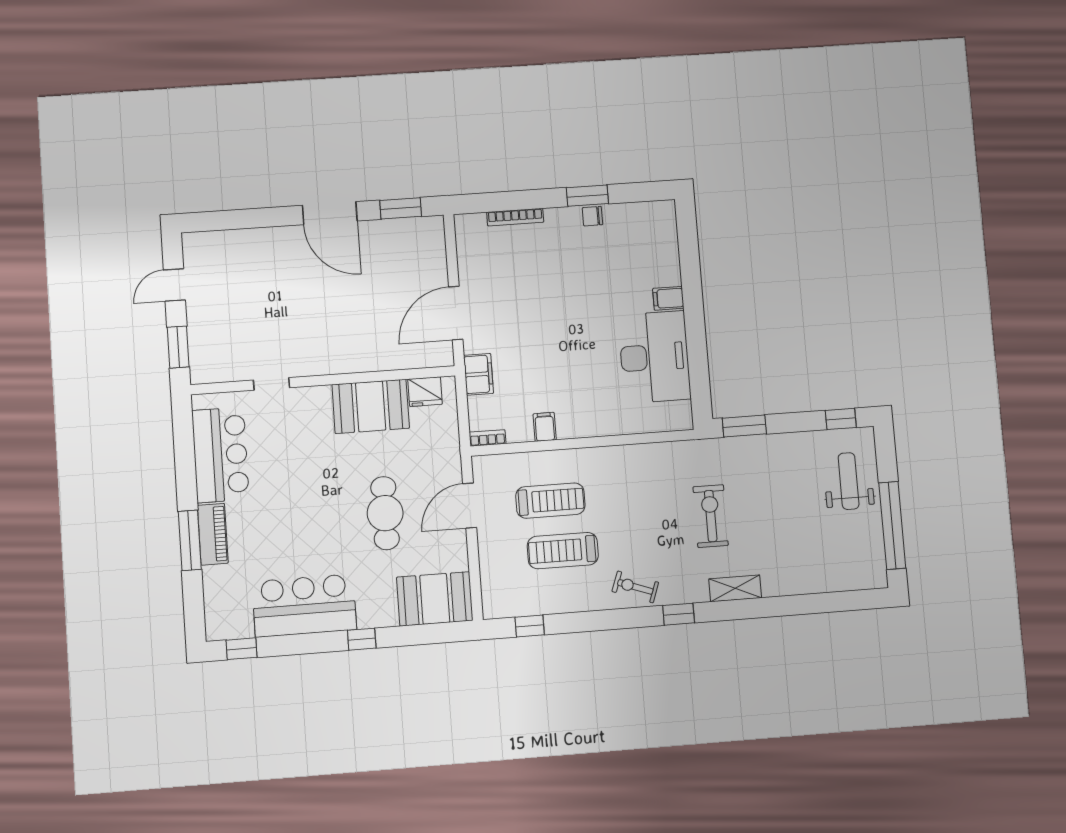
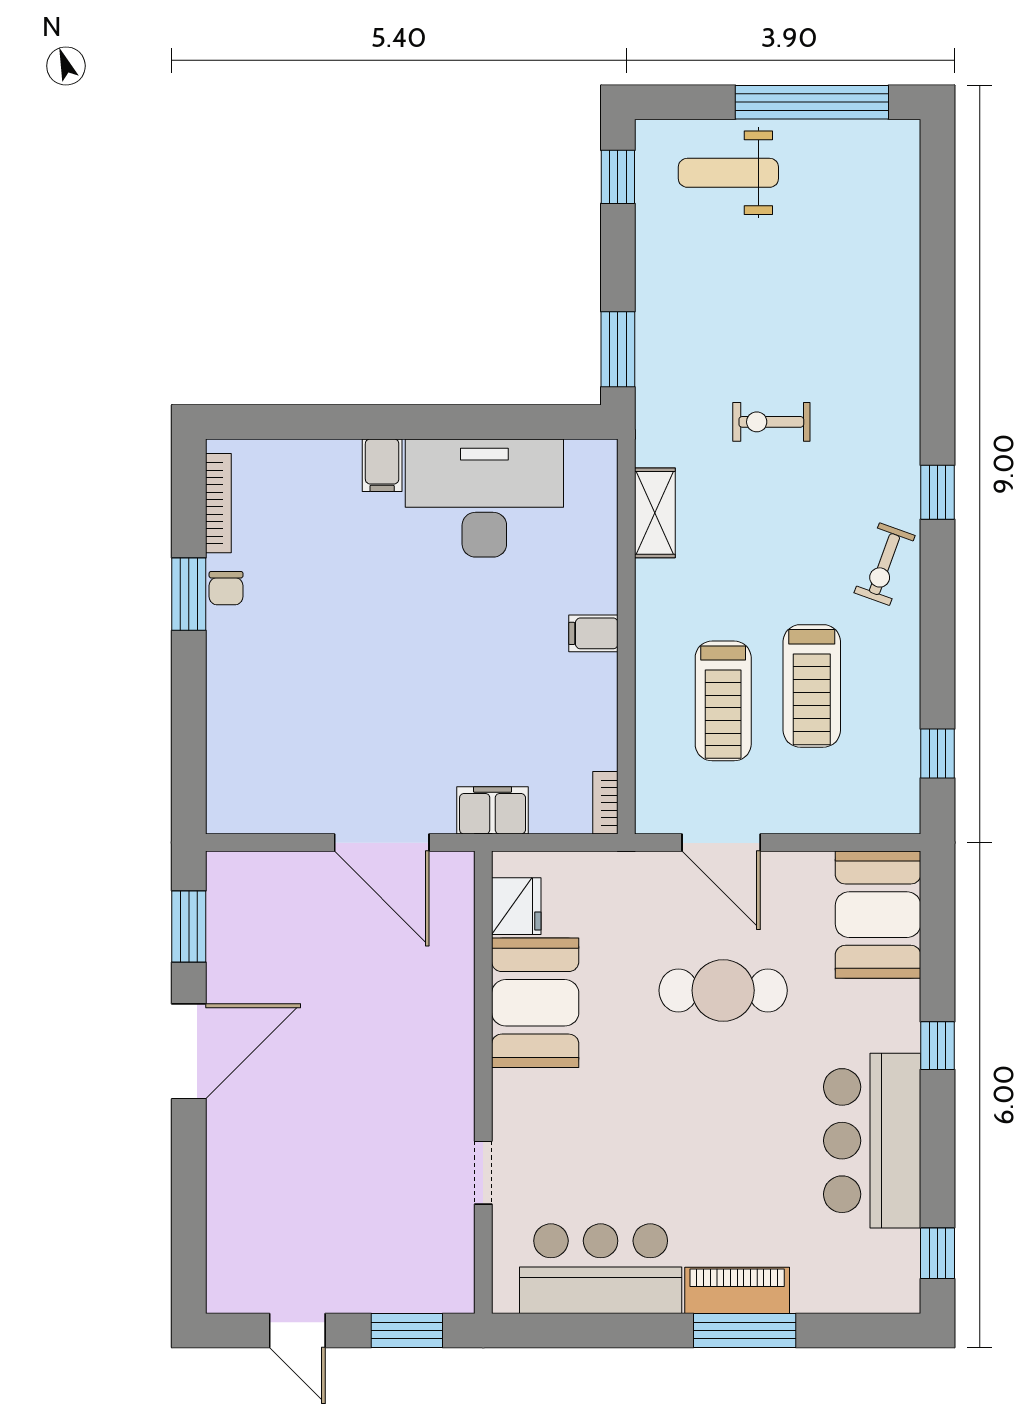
bookcase: (515, 217) -> (218, 503), moved
filing cabinet: (545, 427) -> (593, 633), moved
treadmill: (550, 501) -> (723, 701), turned 180
exercise bike: (711, 516) -> (771, 422), width x0.73, depth x0.72
shelving: (735, 588) -> (655, 513), moved

